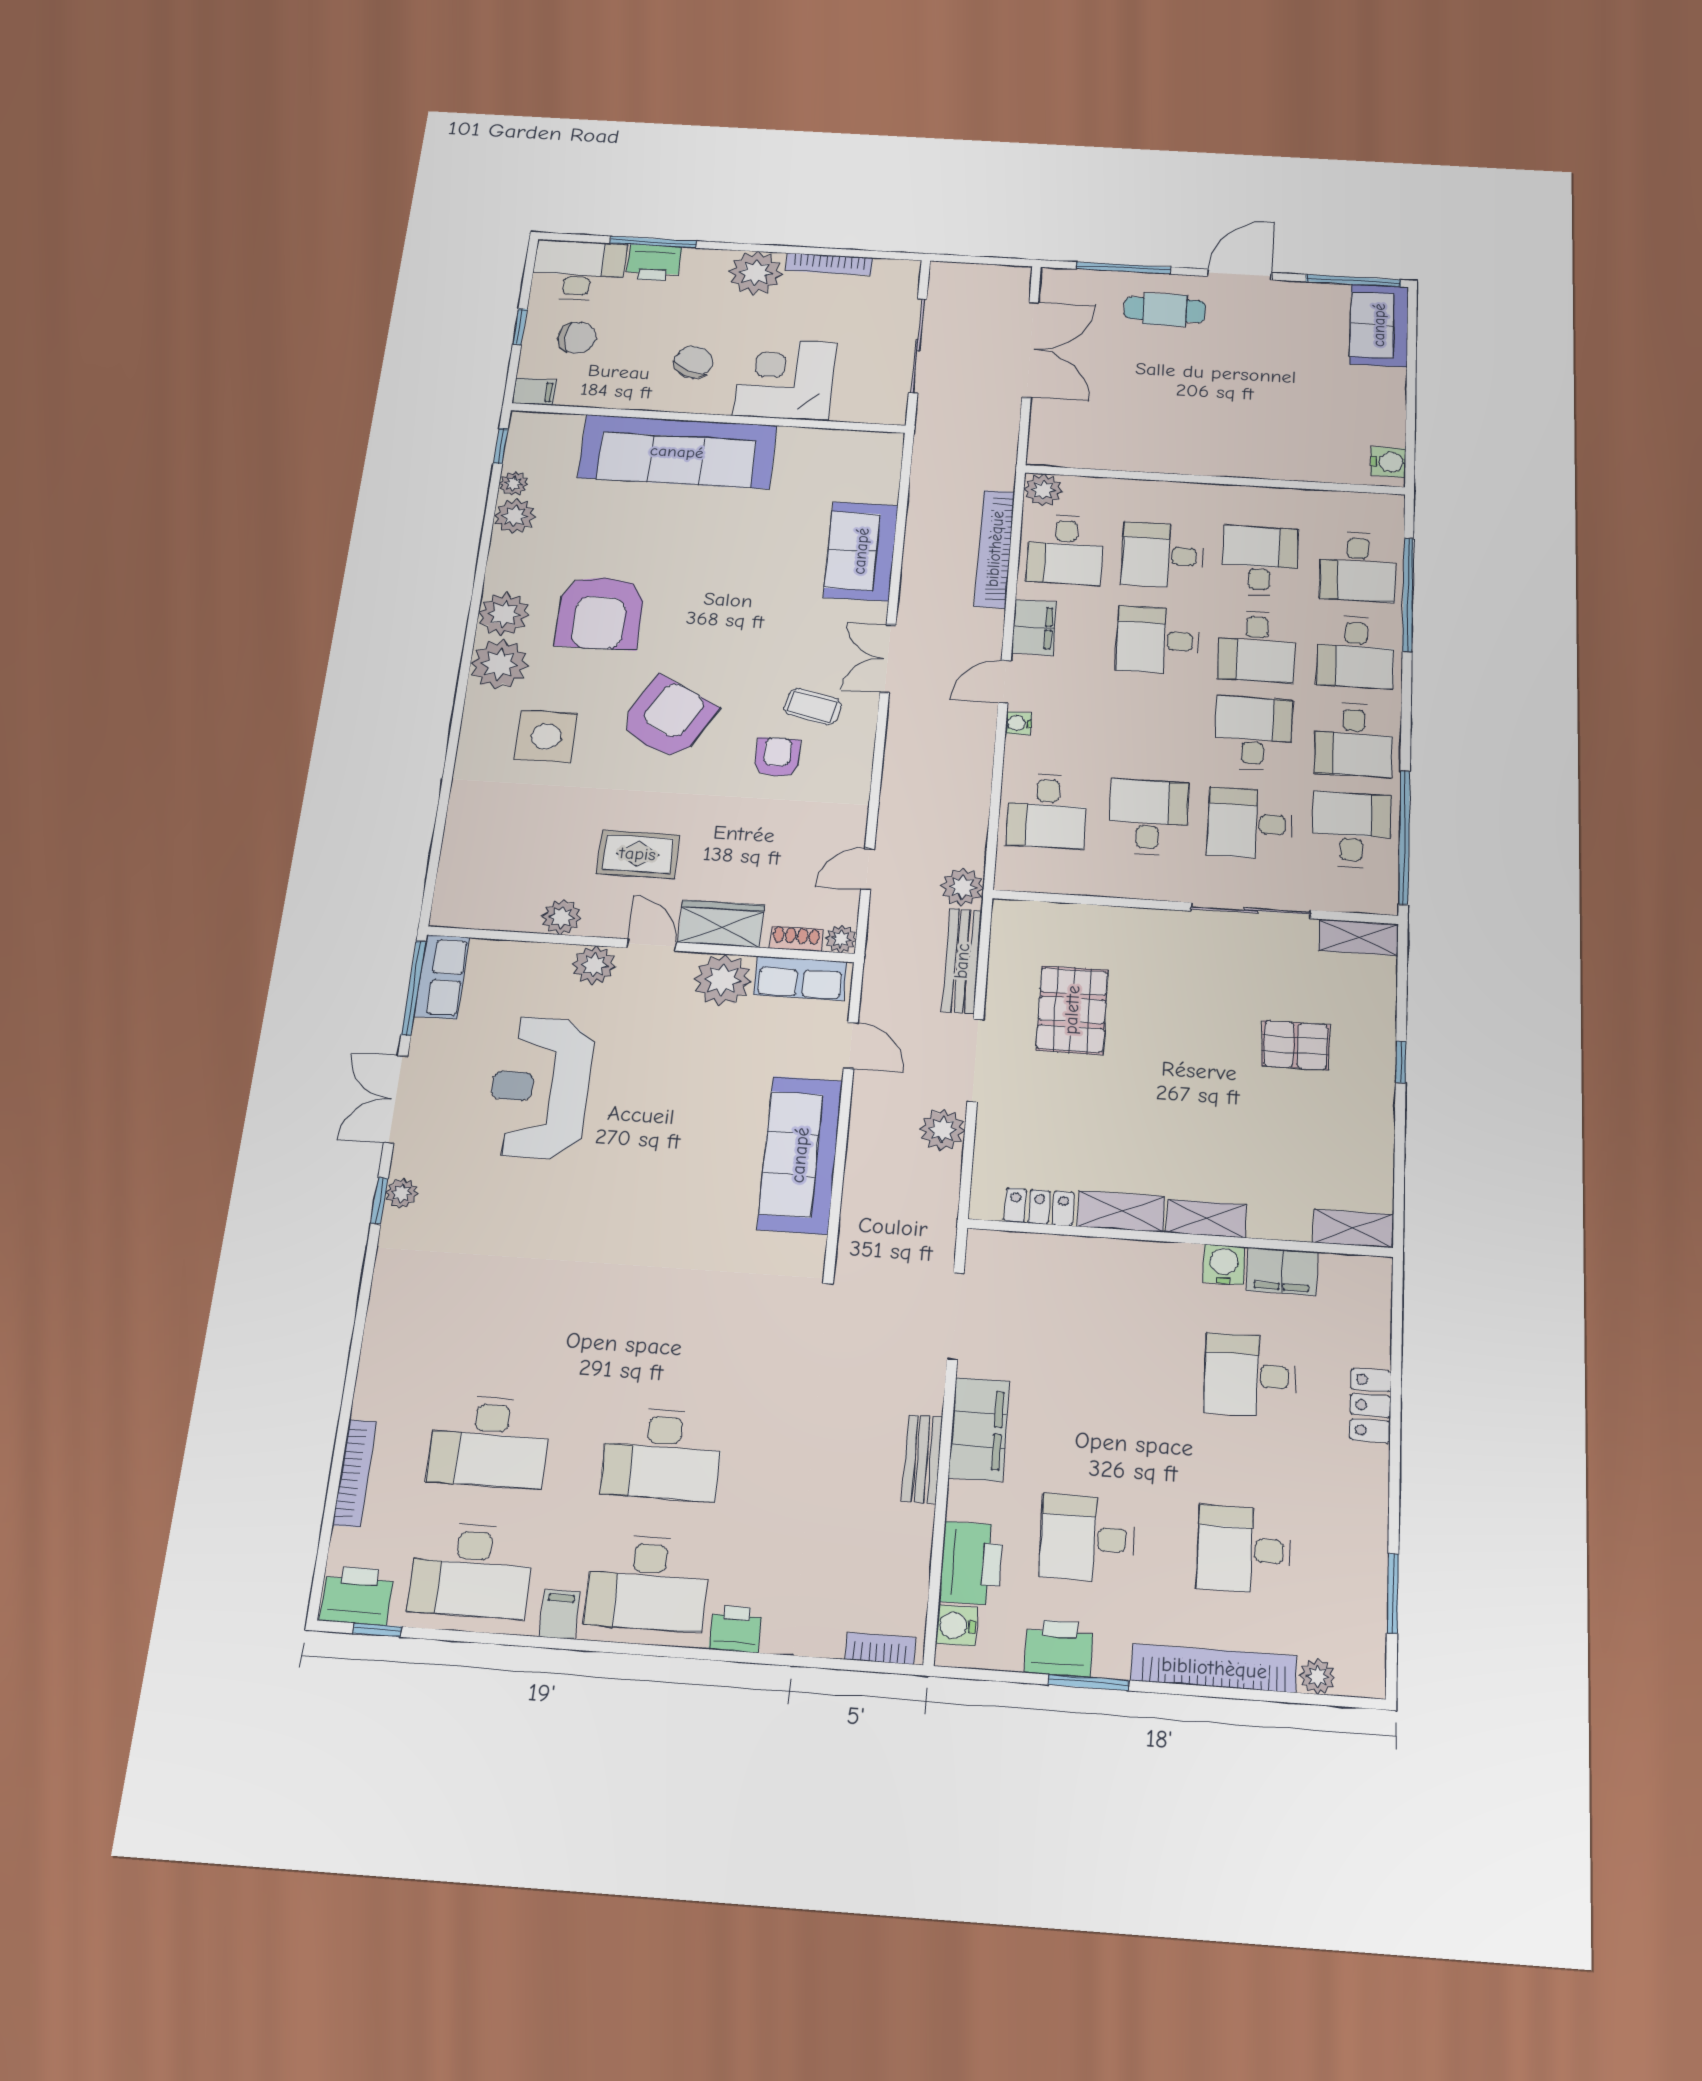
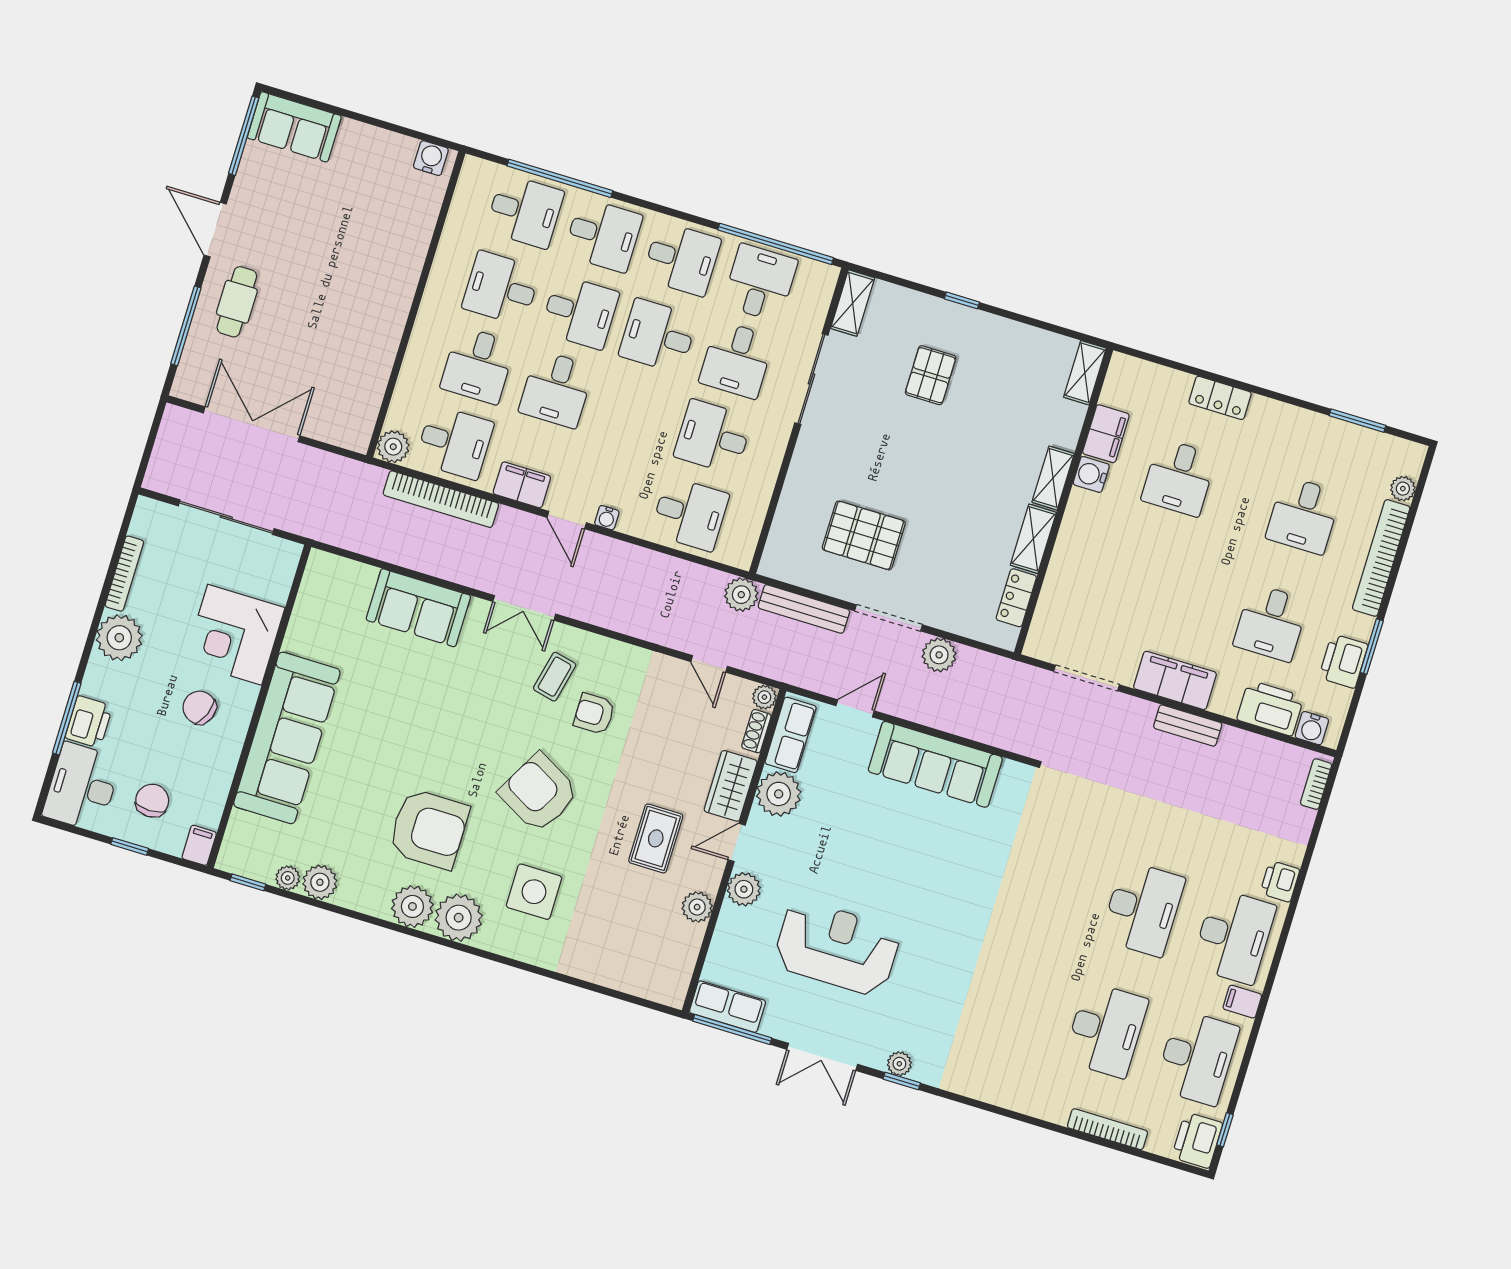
desk: (1352, 830) -> (760, 283), turned 90
reception desk: (540, 1087) -> (837, 948), turned 180

